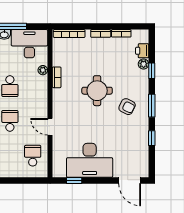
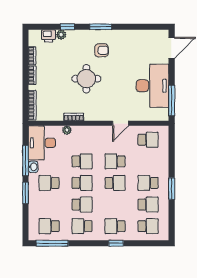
armchair: (127, 107) -> (101, 50), turned 64
window: (152, 138) -> (131, 27), removed
school desk: (33, 156) -> (148, 140), turned 180
window: (74, 181) -> (172, 101), width x2.17

